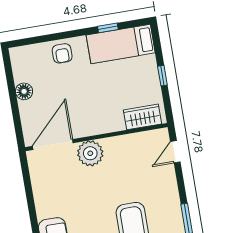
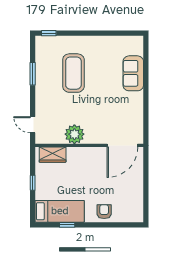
floor lamp: (24, 91) -> (137, 188), removed
door: (175, 152) -> (33, 125), swing flipped
plant: (90, 153) -> (74, 134), moved

